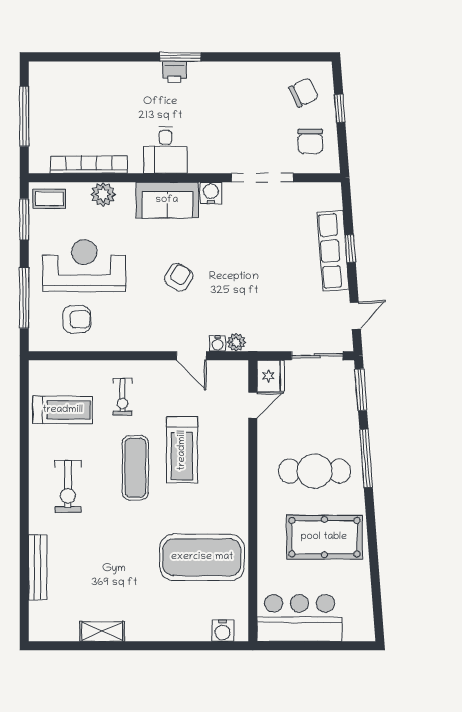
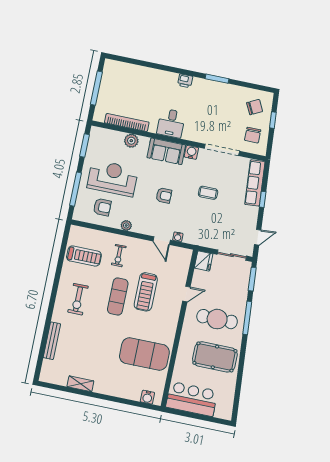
window: (180, 57) -> (217, 79), moved
coffee table: (49, 199) -> (208, 193), moved
row of seats: (333, 251) -> (255, 183), moved
armchair: (179, 277) -> (164, 195), turned 58
plant: (236, 342) -> (126, 225), moved
door: (253, 405) -> (186, 294), moved

